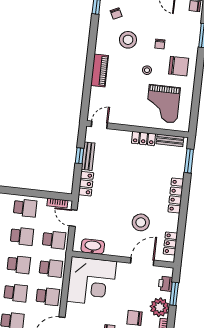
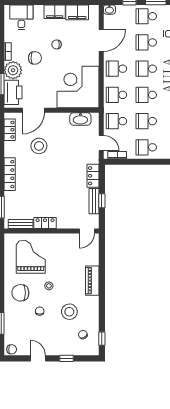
printer: (165, 284) -> (13, 92), width x1.87, depth x1.48

